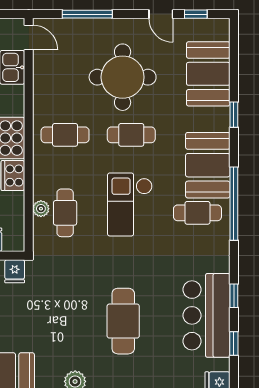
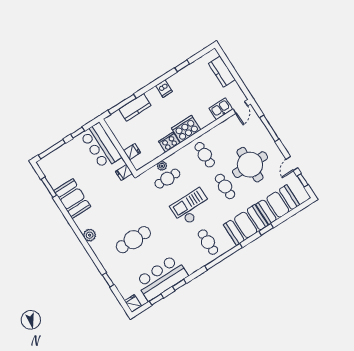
booth: (208, 165) -> (246, 225), moved

